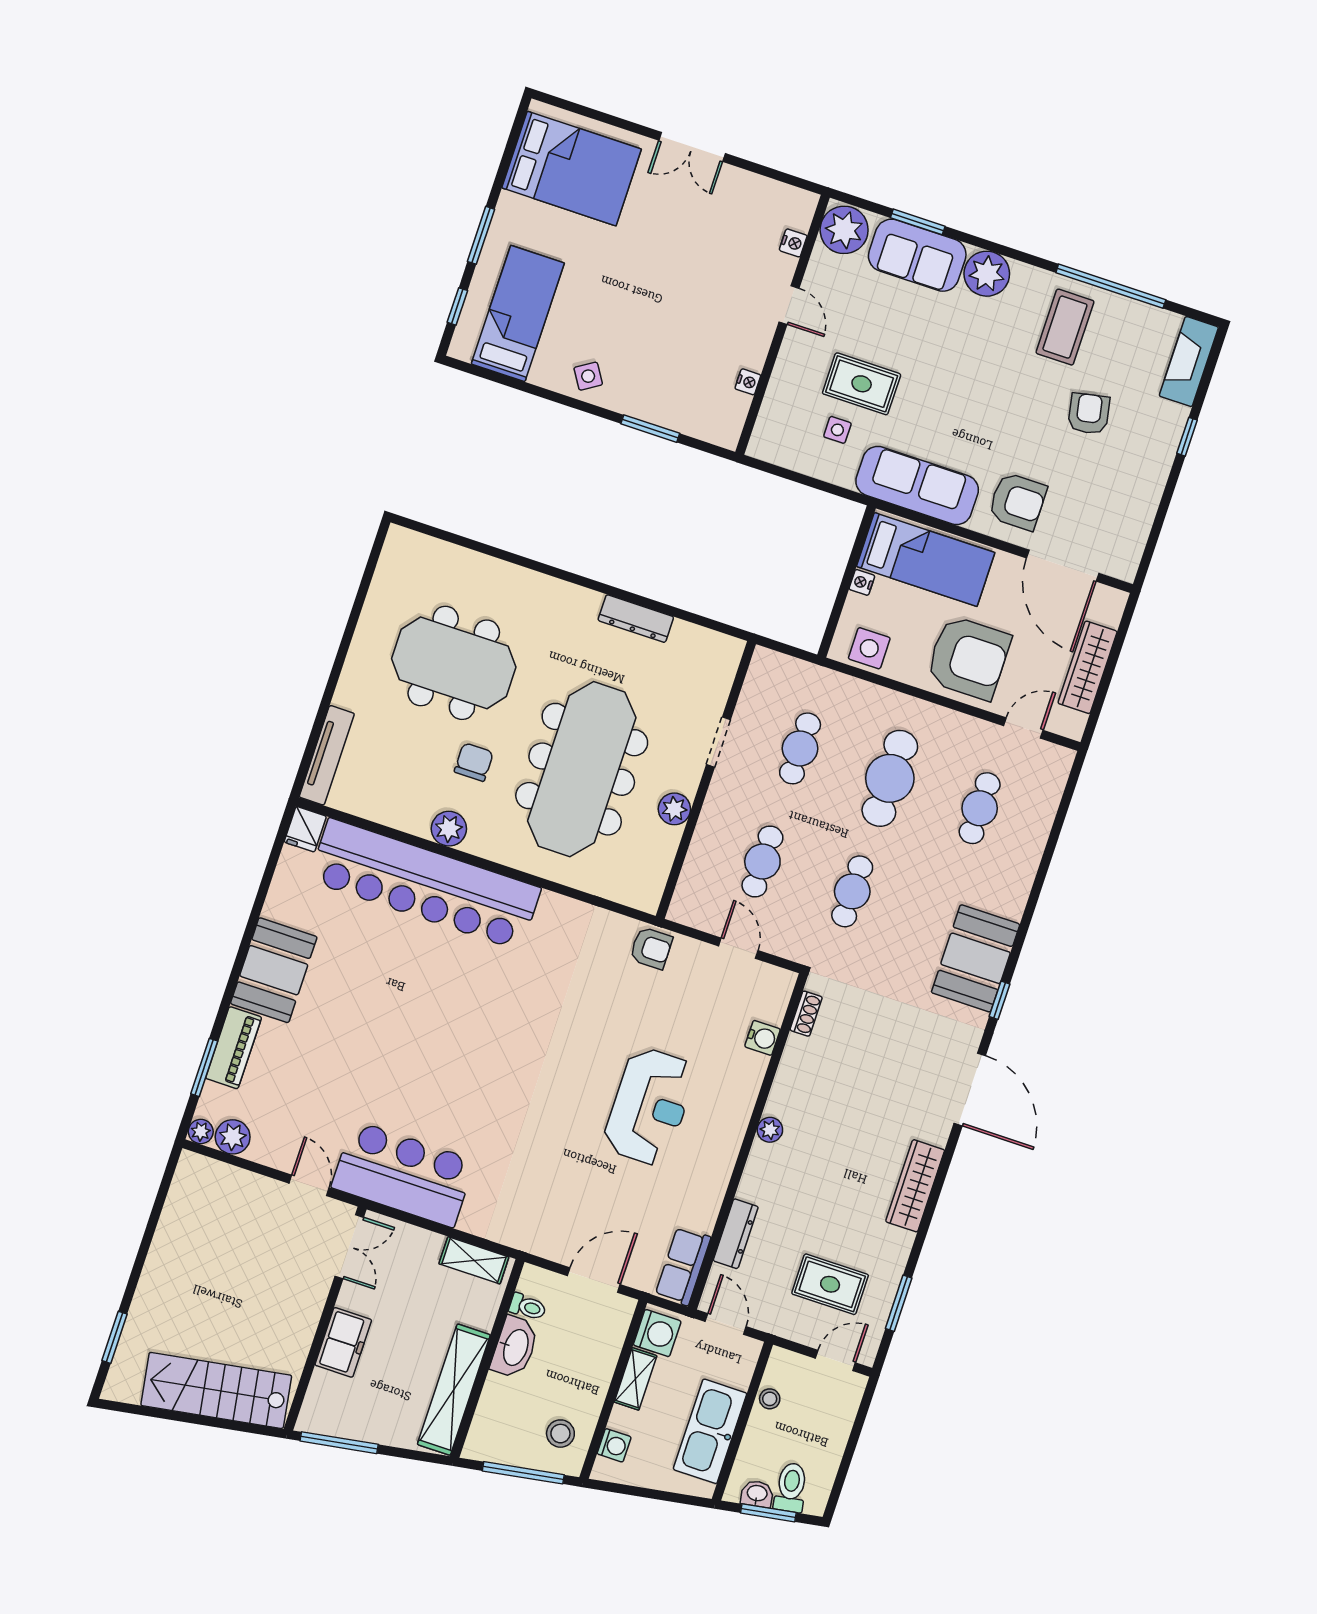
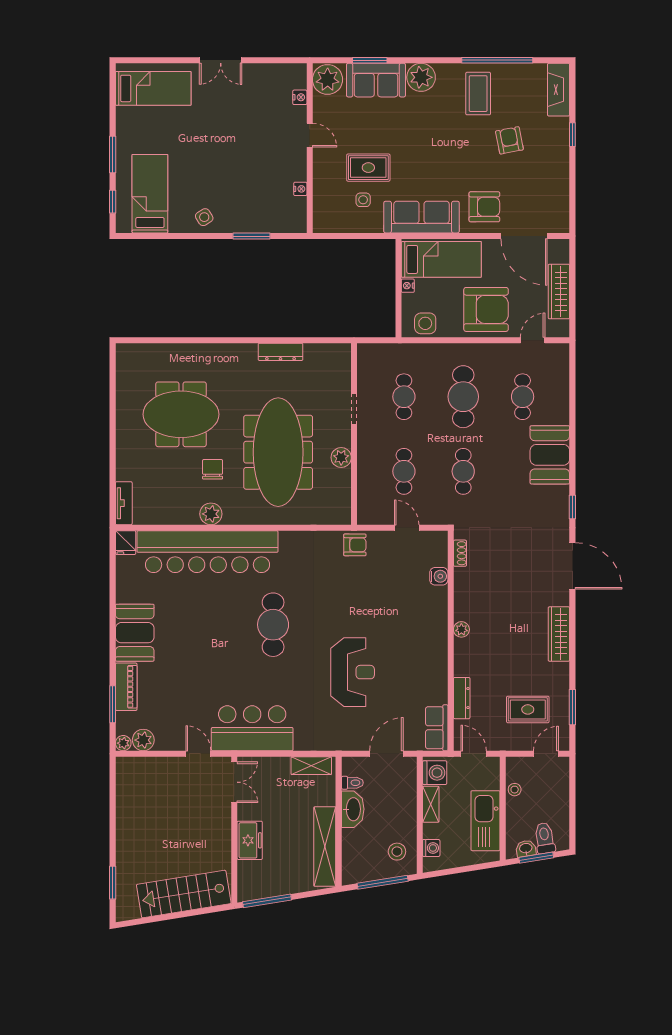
bed: (572, 168) -> (153, 88), width x0.67
tv unit: (327, 755) -> (124, 503), width x0.71
booth: (976, 958) -> (550, 455), moved
cafe table: (487, 1028) -> (273, 625), added
reception desk: (649, 1106) -> (353, 672), moved

